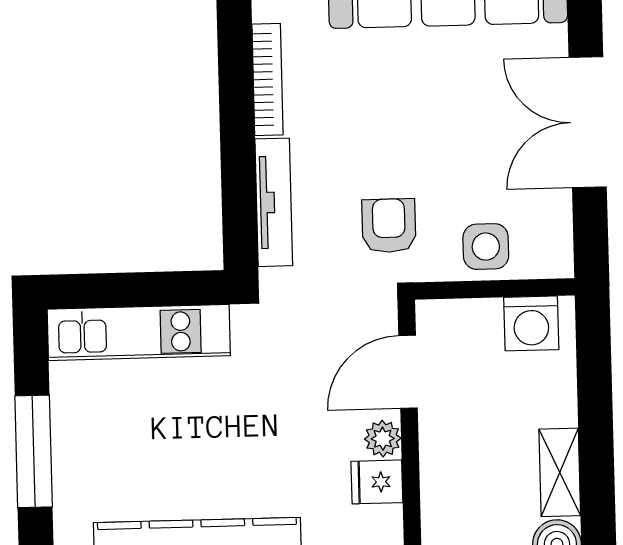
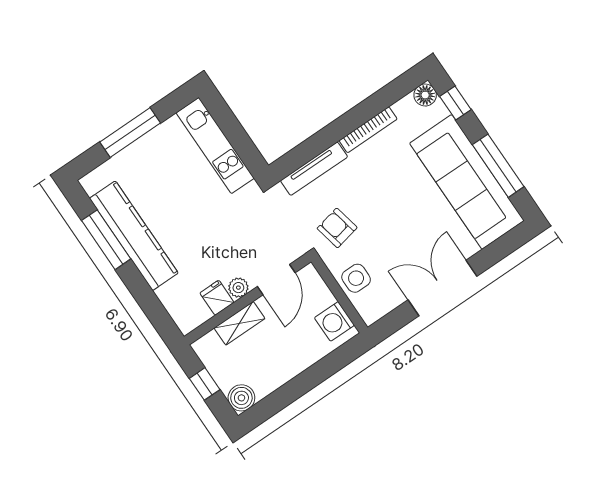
armchair: (389, 226) -> (337, 228), turned -102
door: (408, 372) -> (276, 280), swing flipped
shelving: (560, 472) -> (239, 323), moved

